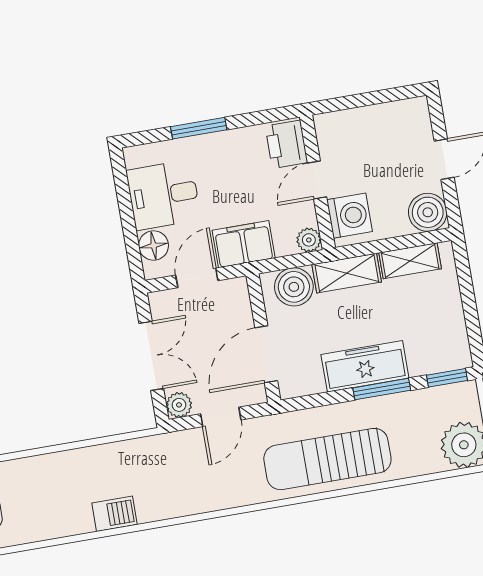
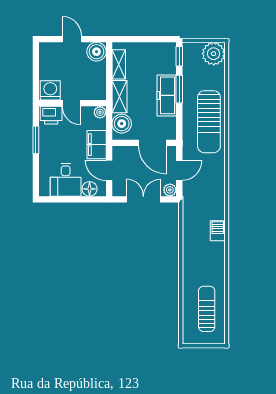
window: (199, 128) -> (36, 140), moved
washing machine: (349, 216) -> (50, 90), moved
door: (221, 417) -> (179, 170), hinge flipped

